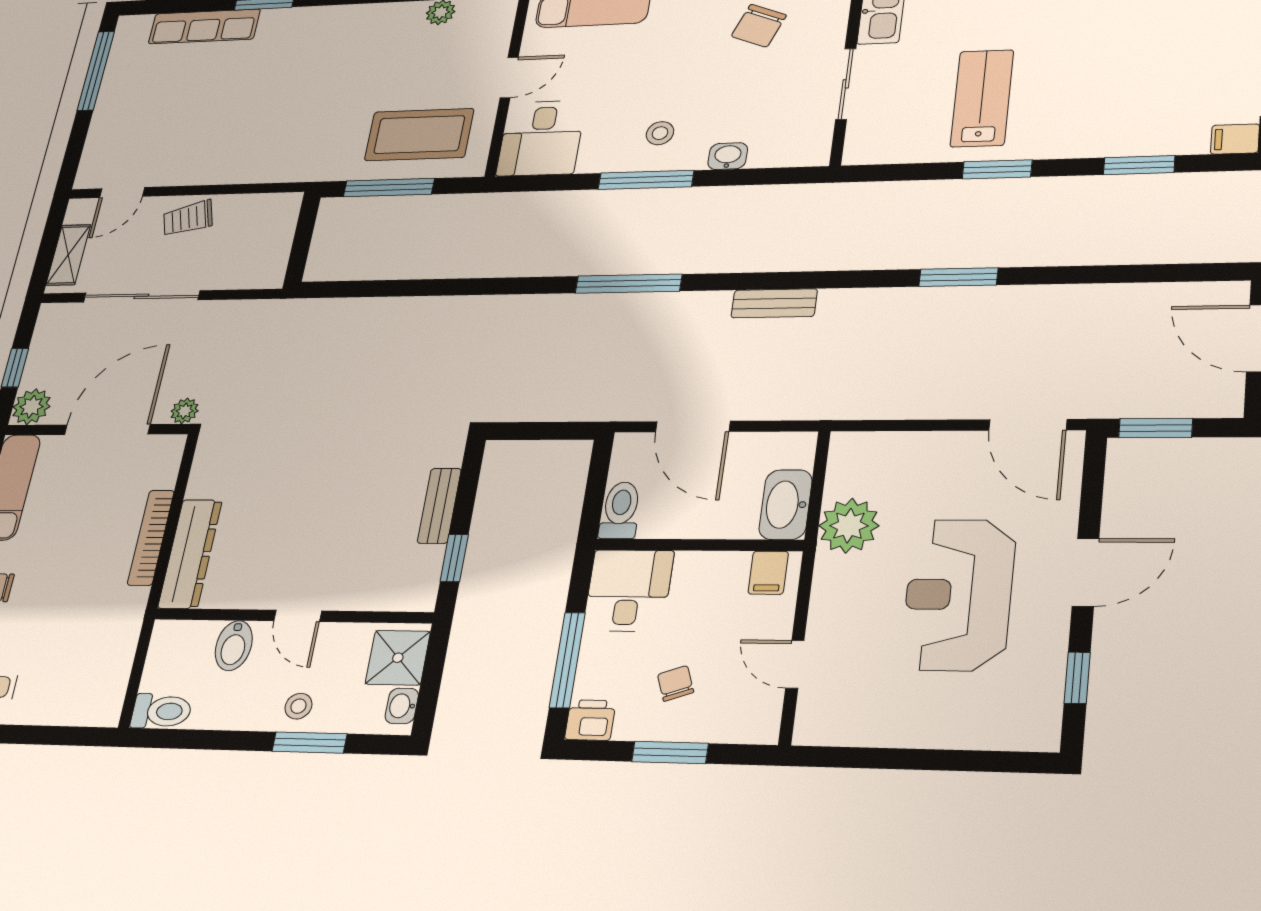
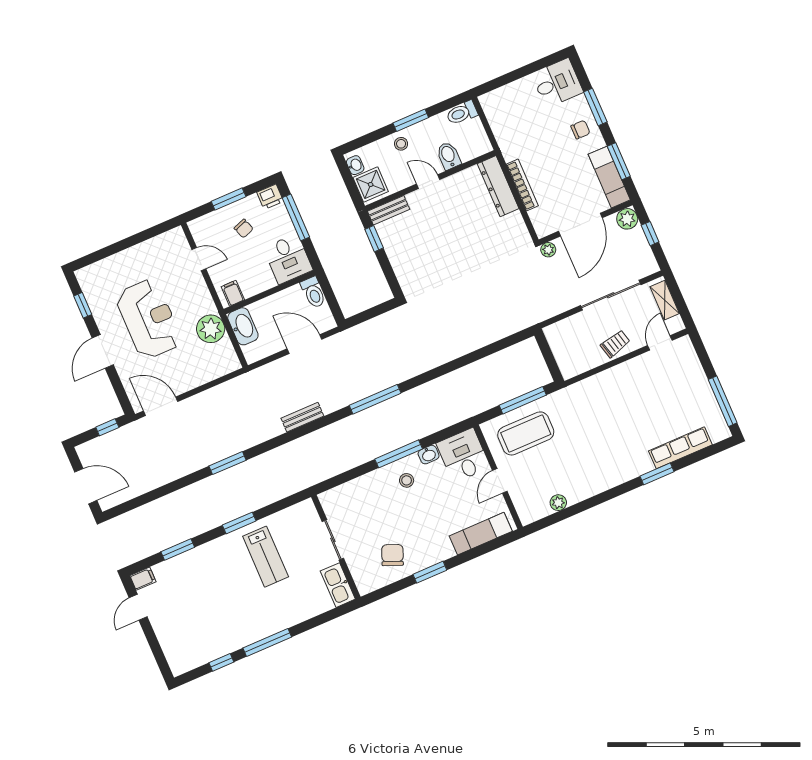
washbasin: (728, 156) -> (429, 455), moved
window: (1156, 428) -> (107, 427), width x0.67
bench: (439, 506) -> (389, 210), moved, turned 90
window: (309, 743) -> (411, 120), moved

